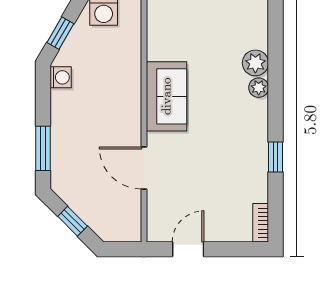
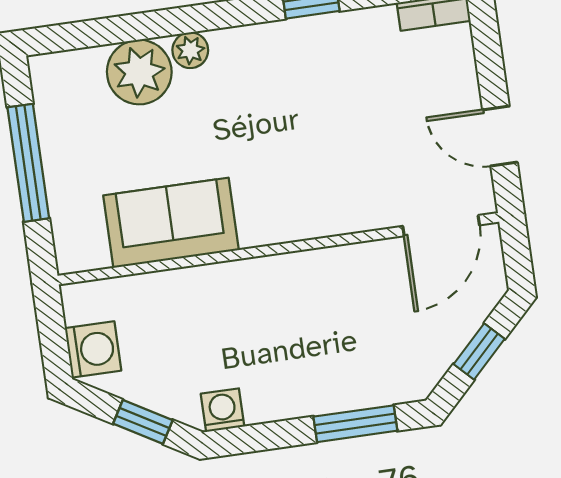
plant: (255, 63) -> (139, 72), width x1.36, depth x1.36
sofa: (166, 96) -> (171, 223), moved
door: (144, 168) -> (441, 226), moved

